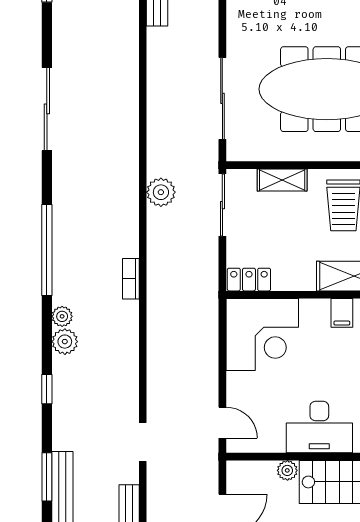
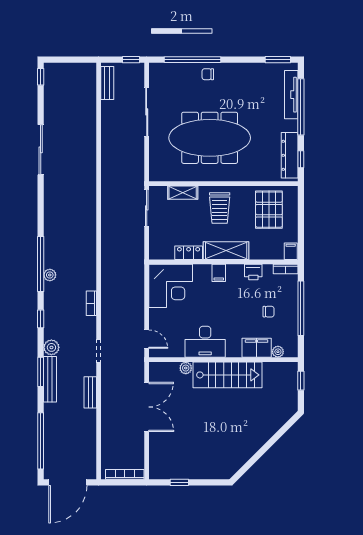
sliding door: (222, 98) -> (147, 112), moved
plant: (161, 192) -> (109, 200), removed
window: (47, 250) -> (41, 264), moved
bookcase: (131, 279) -> (91, 303), moved
locker: (249, 280) -> (189, 253), moved
plant: (65, 342) -> (51, 347), moved

